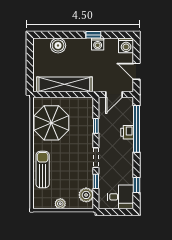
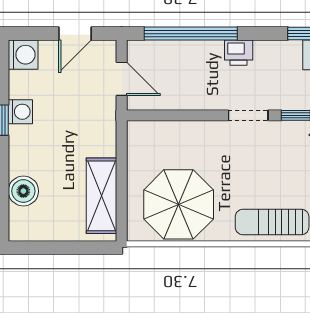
shelving: (64, 84) -> (101, 196), width x0.68
window: (96, 126) -> (184, 115), removed
printer: (127, 132) -> (239, 53), moved

